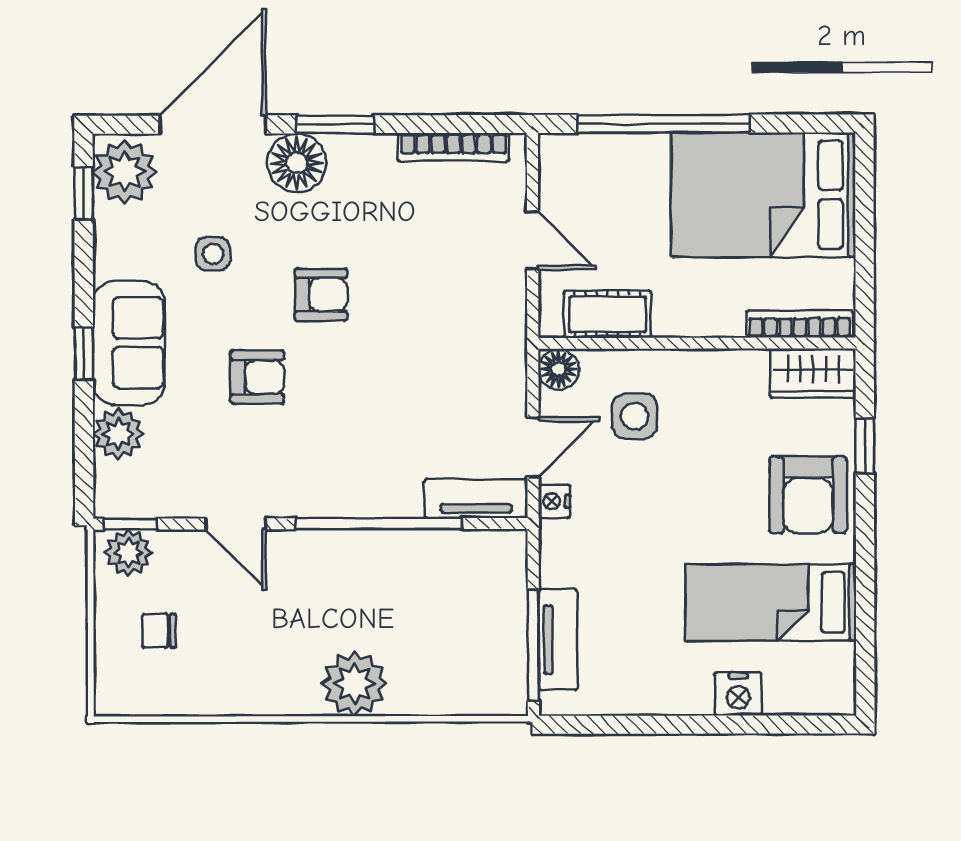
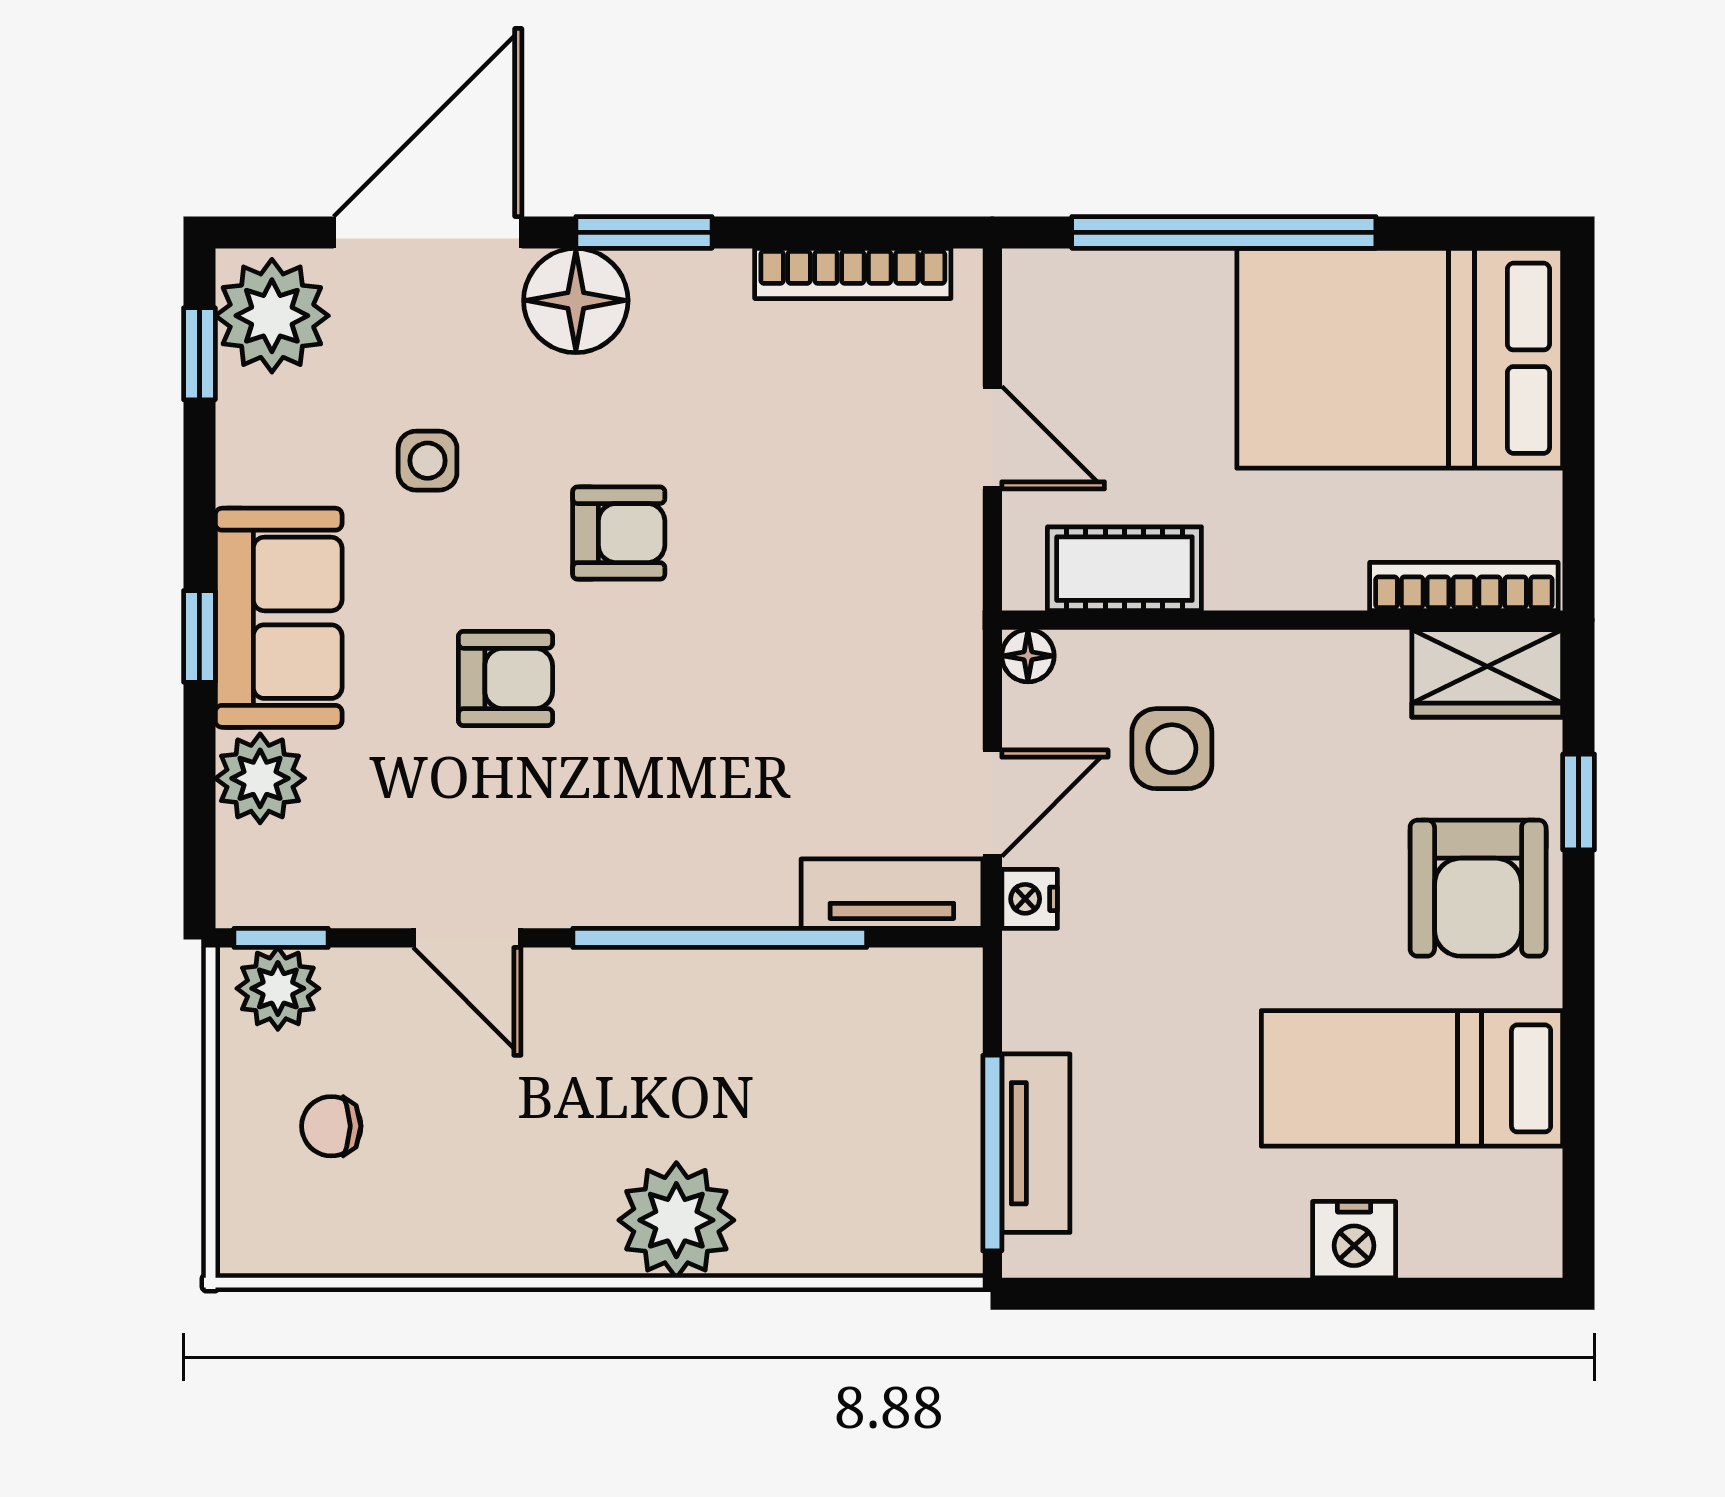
floor lamp: (559, 369) -> (1028, 656), width x0.73, depth x0.73

